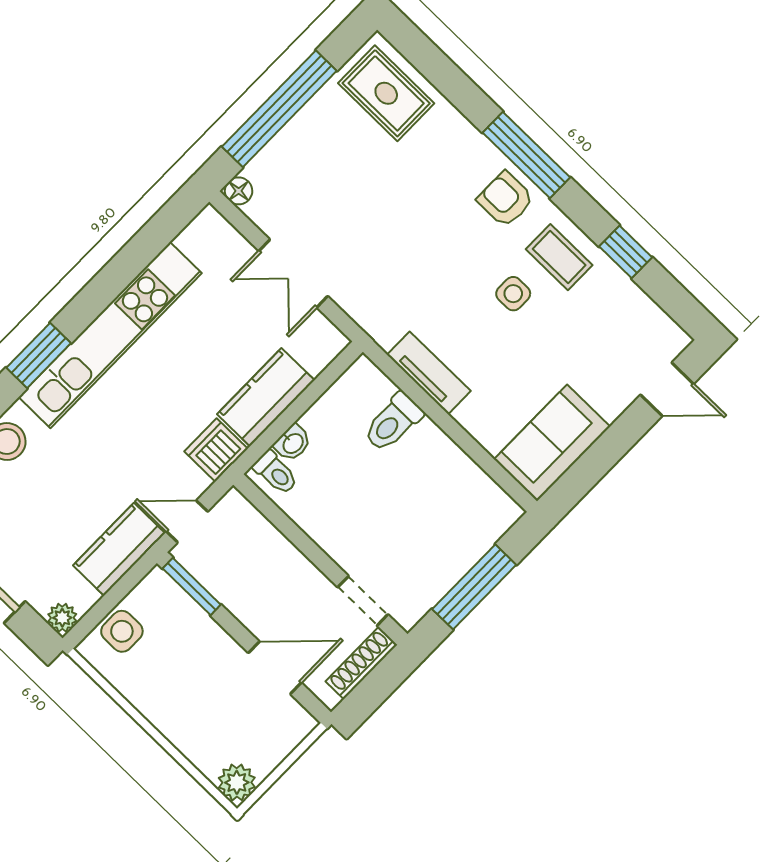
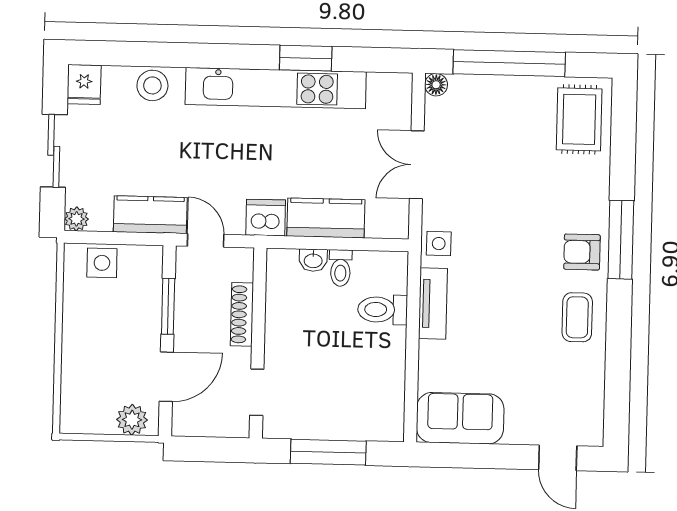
armchair: (505, 199) -> (582, 252), turned -90
window: (626, 252) -> (618, 355), removed
side table: (513, 294) -> (439, 244), moved
window: (39, 355) -> (306, 58), moved
toilet: (276, 473) -> (340, 268), moved
window: (192, 587) -> (168, 306), moved
shoe rack: (361, 663) -> (242, 314), moved, turned -90
door: (275, 668) -> (166, 377), hinge flipped
plant: (237, 782) -> (132, 420), moved

